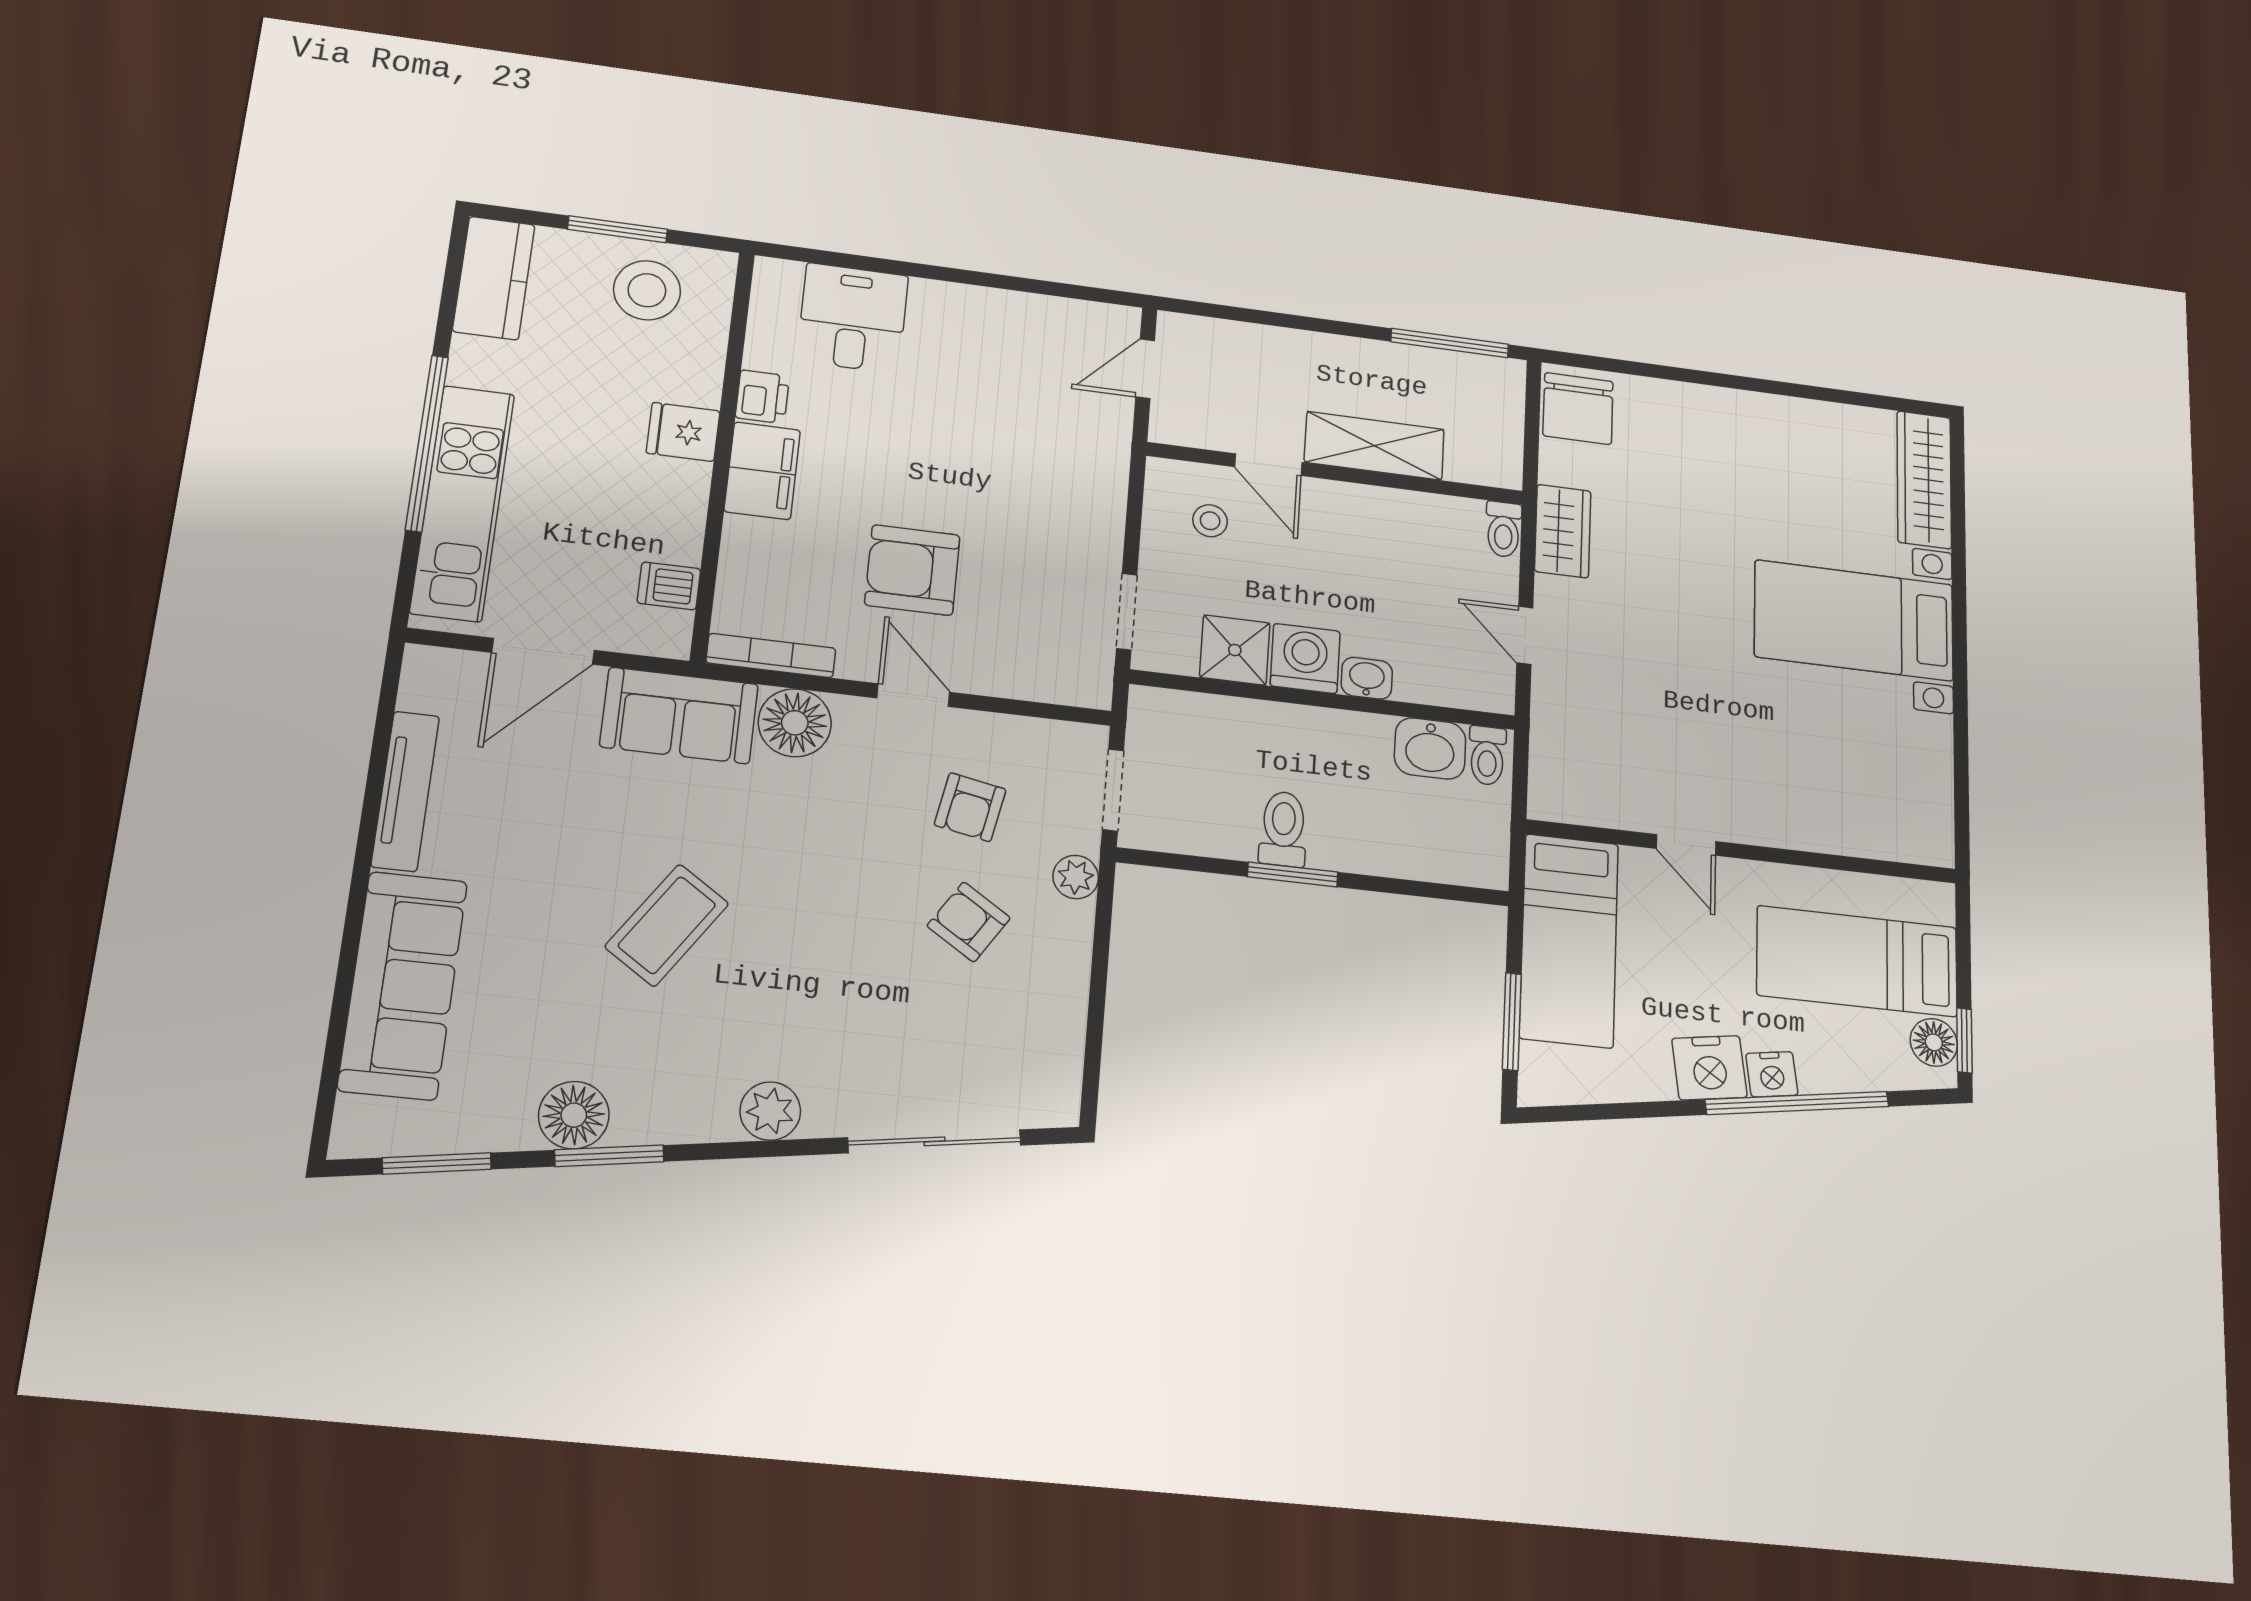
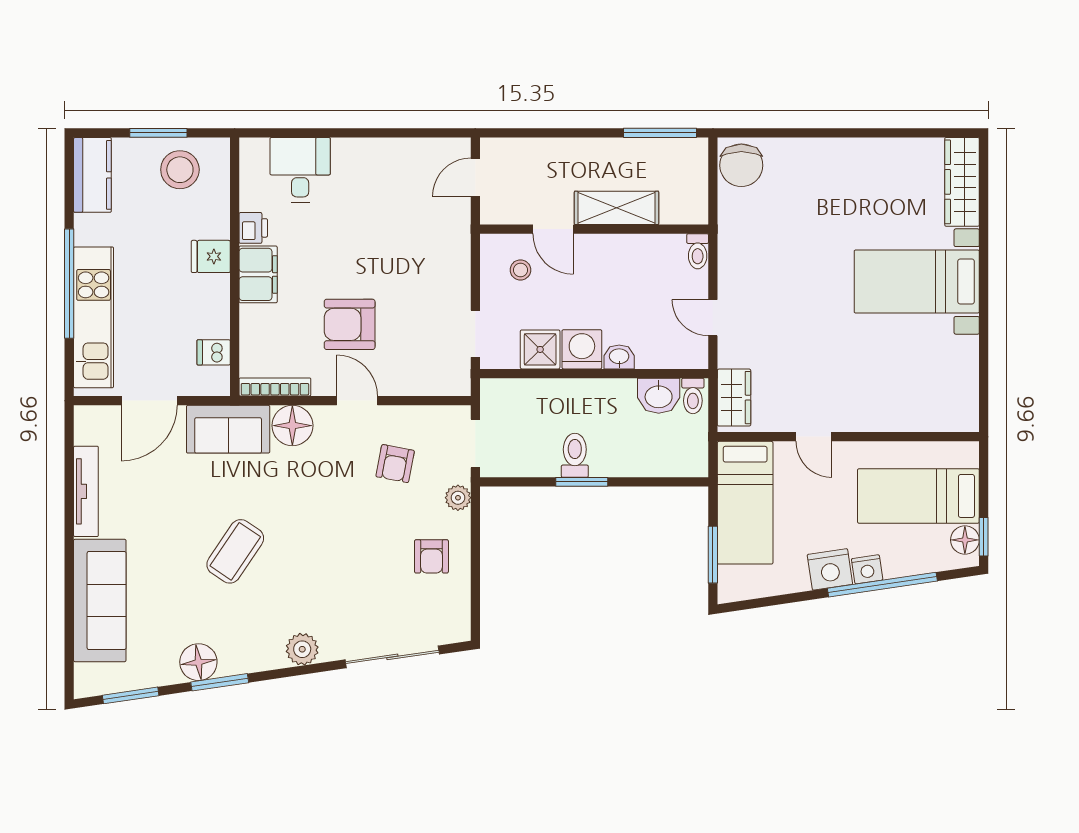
wardrobe: (1563, 531) -> (734, 398), moved
armchair: (969, 922) -> (431, 556), moved, turned -123

